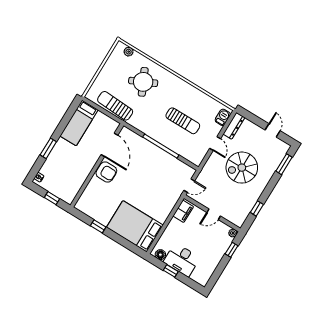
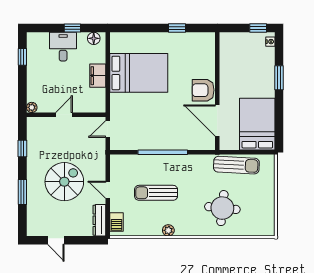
plant: (129, 52) -> (168, 230), moved
round table: (143, 82) -> (222, 208), turned 31
bed: (79, 123) -> (257, 124), width x1.50
window: (284, 164) -> (22, 192), moved
window: (52, 198) -> (258, 28), moved
filing cabinet: (183, 211) -> (98, 76), moved
bed: (135, 226) -> (139, 73), moved
window: (232, 250) -> (22, 57), moved
desk: (182, 260) -> (63, 47), width x0.73

